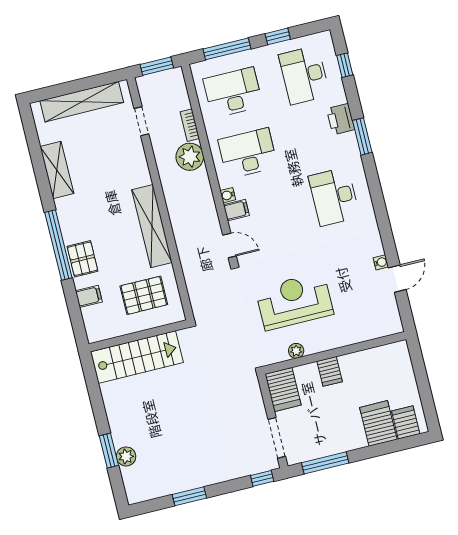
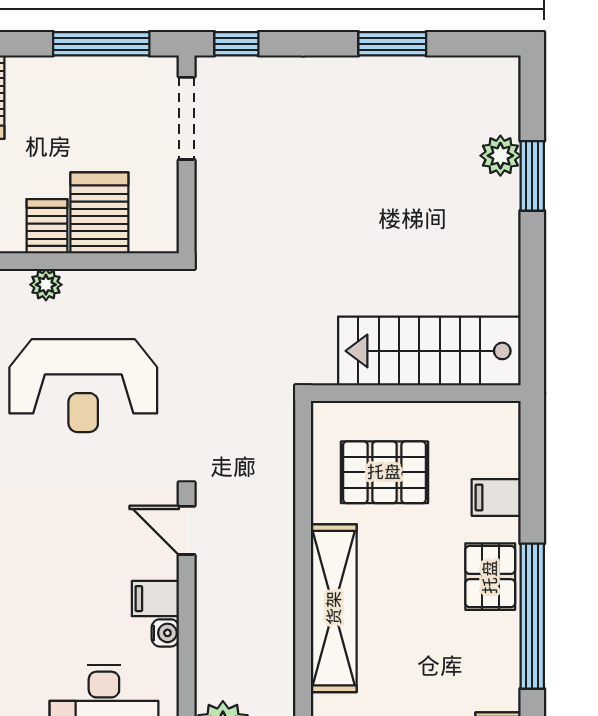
plant: (296, 351) -> (46, 285), moved
server rack: (283, 390) -> (99, 213), moved

